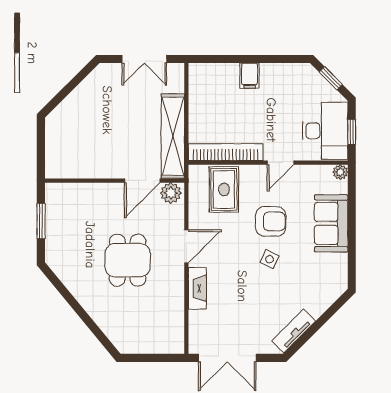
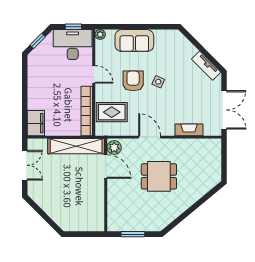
filing cabinet: (250, 76) -> (36, 123), moved, width x2.00
fireplace: (197, 288) -> (189, 130), moved

